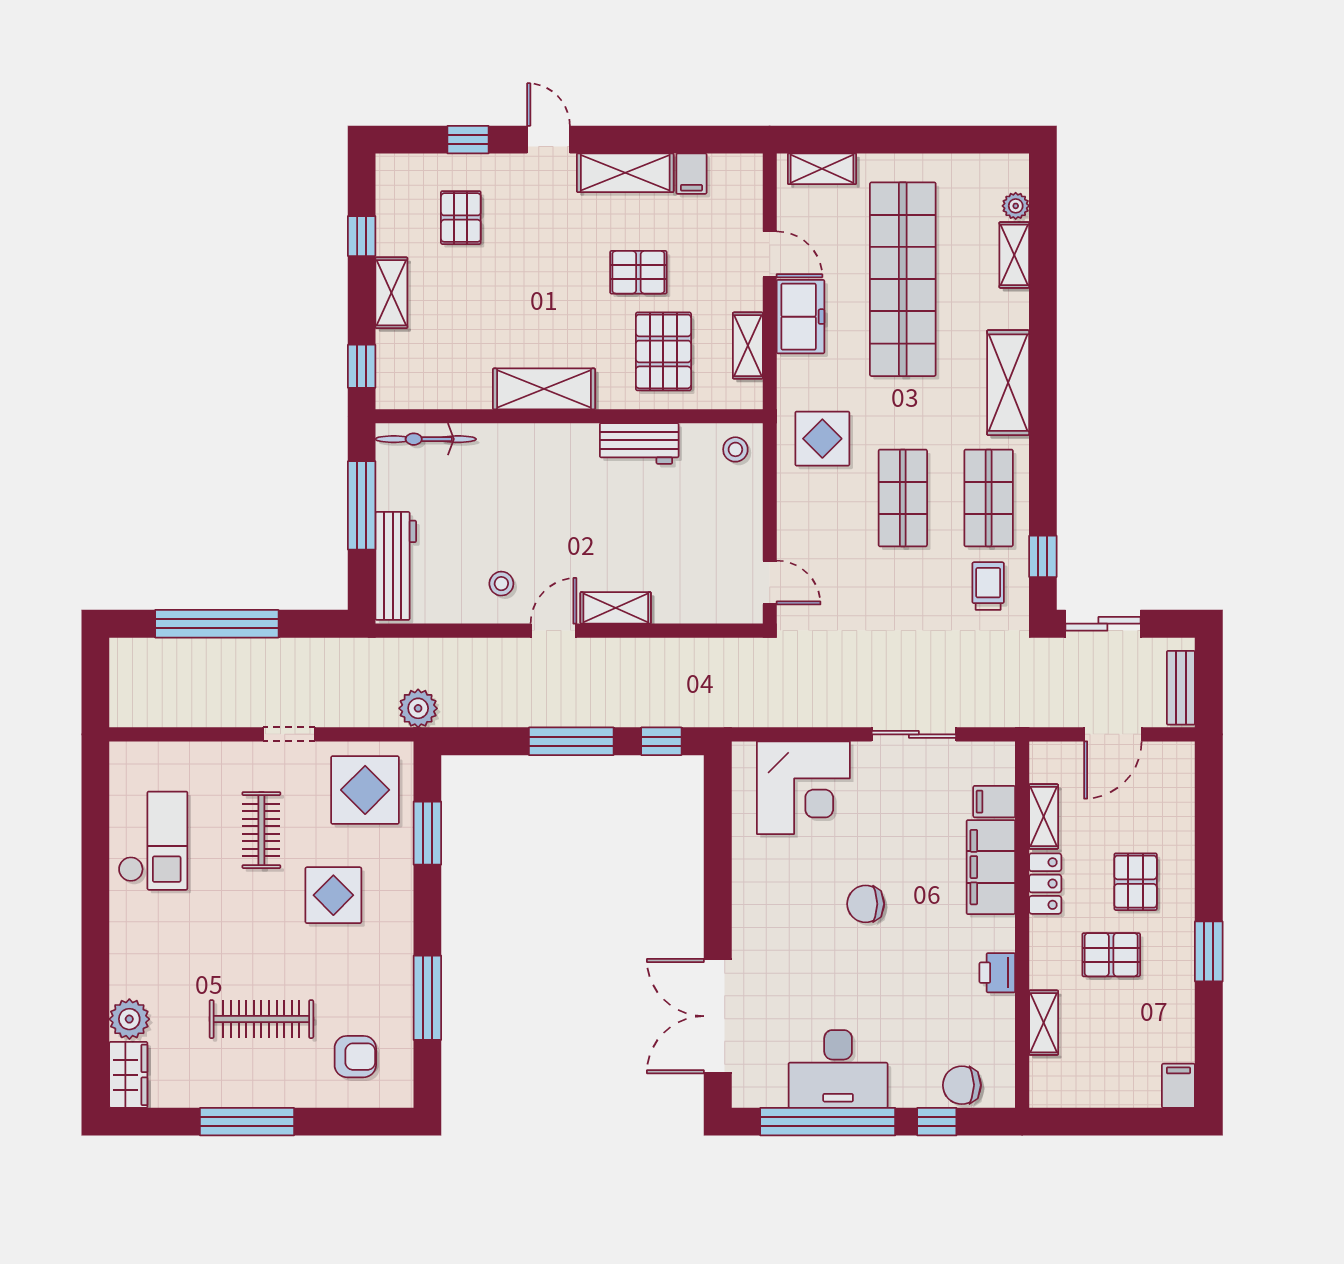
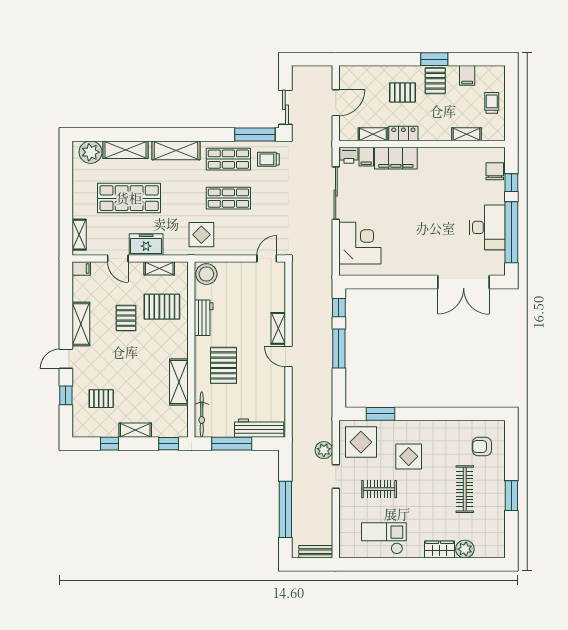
filing cabinet: (691, 174) -> (81, 268), moved
plant: (1016, 206) -> (91, 152), width x1.88, depth x1.88
door: (770, 254) -> (118, 258), swing flipped
shelving: (1014, 255) -> (126, 150), width x1.50, depth x1.33
shop shelf: (903, 279) -> (129, 198), width x0.71
shelving: (544, 389) -> (179, 382), moved
stool: (735, 449) -> (206, 274), width x1.89, depth x1.89
pallet: (534, 487) -> (224, 365), added
window: (1043, 556) -> (255, 135), width x2.17
stool: (501, 584) -> (267, 380), removed
bench: (1181, 688) -> (316, 552), moved
plant: (418, 708) -> (324, 450), moved
sliding door: (914, 734) -> (336, 193), width x1.37
door: (1113, 734) -> (336, 103), hinge flipped
chair: (866, 904) -> (413, 215), removed
pallet: (1111, 955) -> (435, 81), moved
printer: (997, 973) -> (349, 155), moved
window: (427, 998) -> (455, 414), removed
armchair: (355, 1057) -> (482, 447), turned -90
wardrobe: (128, 1075) -> (440, 549), moved
trolley: (1113, 1078) -> (492, 103), added
chair: (962, 1085) -> (495, 171), turned 180
filing cabinet: (1178, 1086) -> (467, 75), moved, turned -90
window: (247, 1122) -> (511, 496), width x0.69

